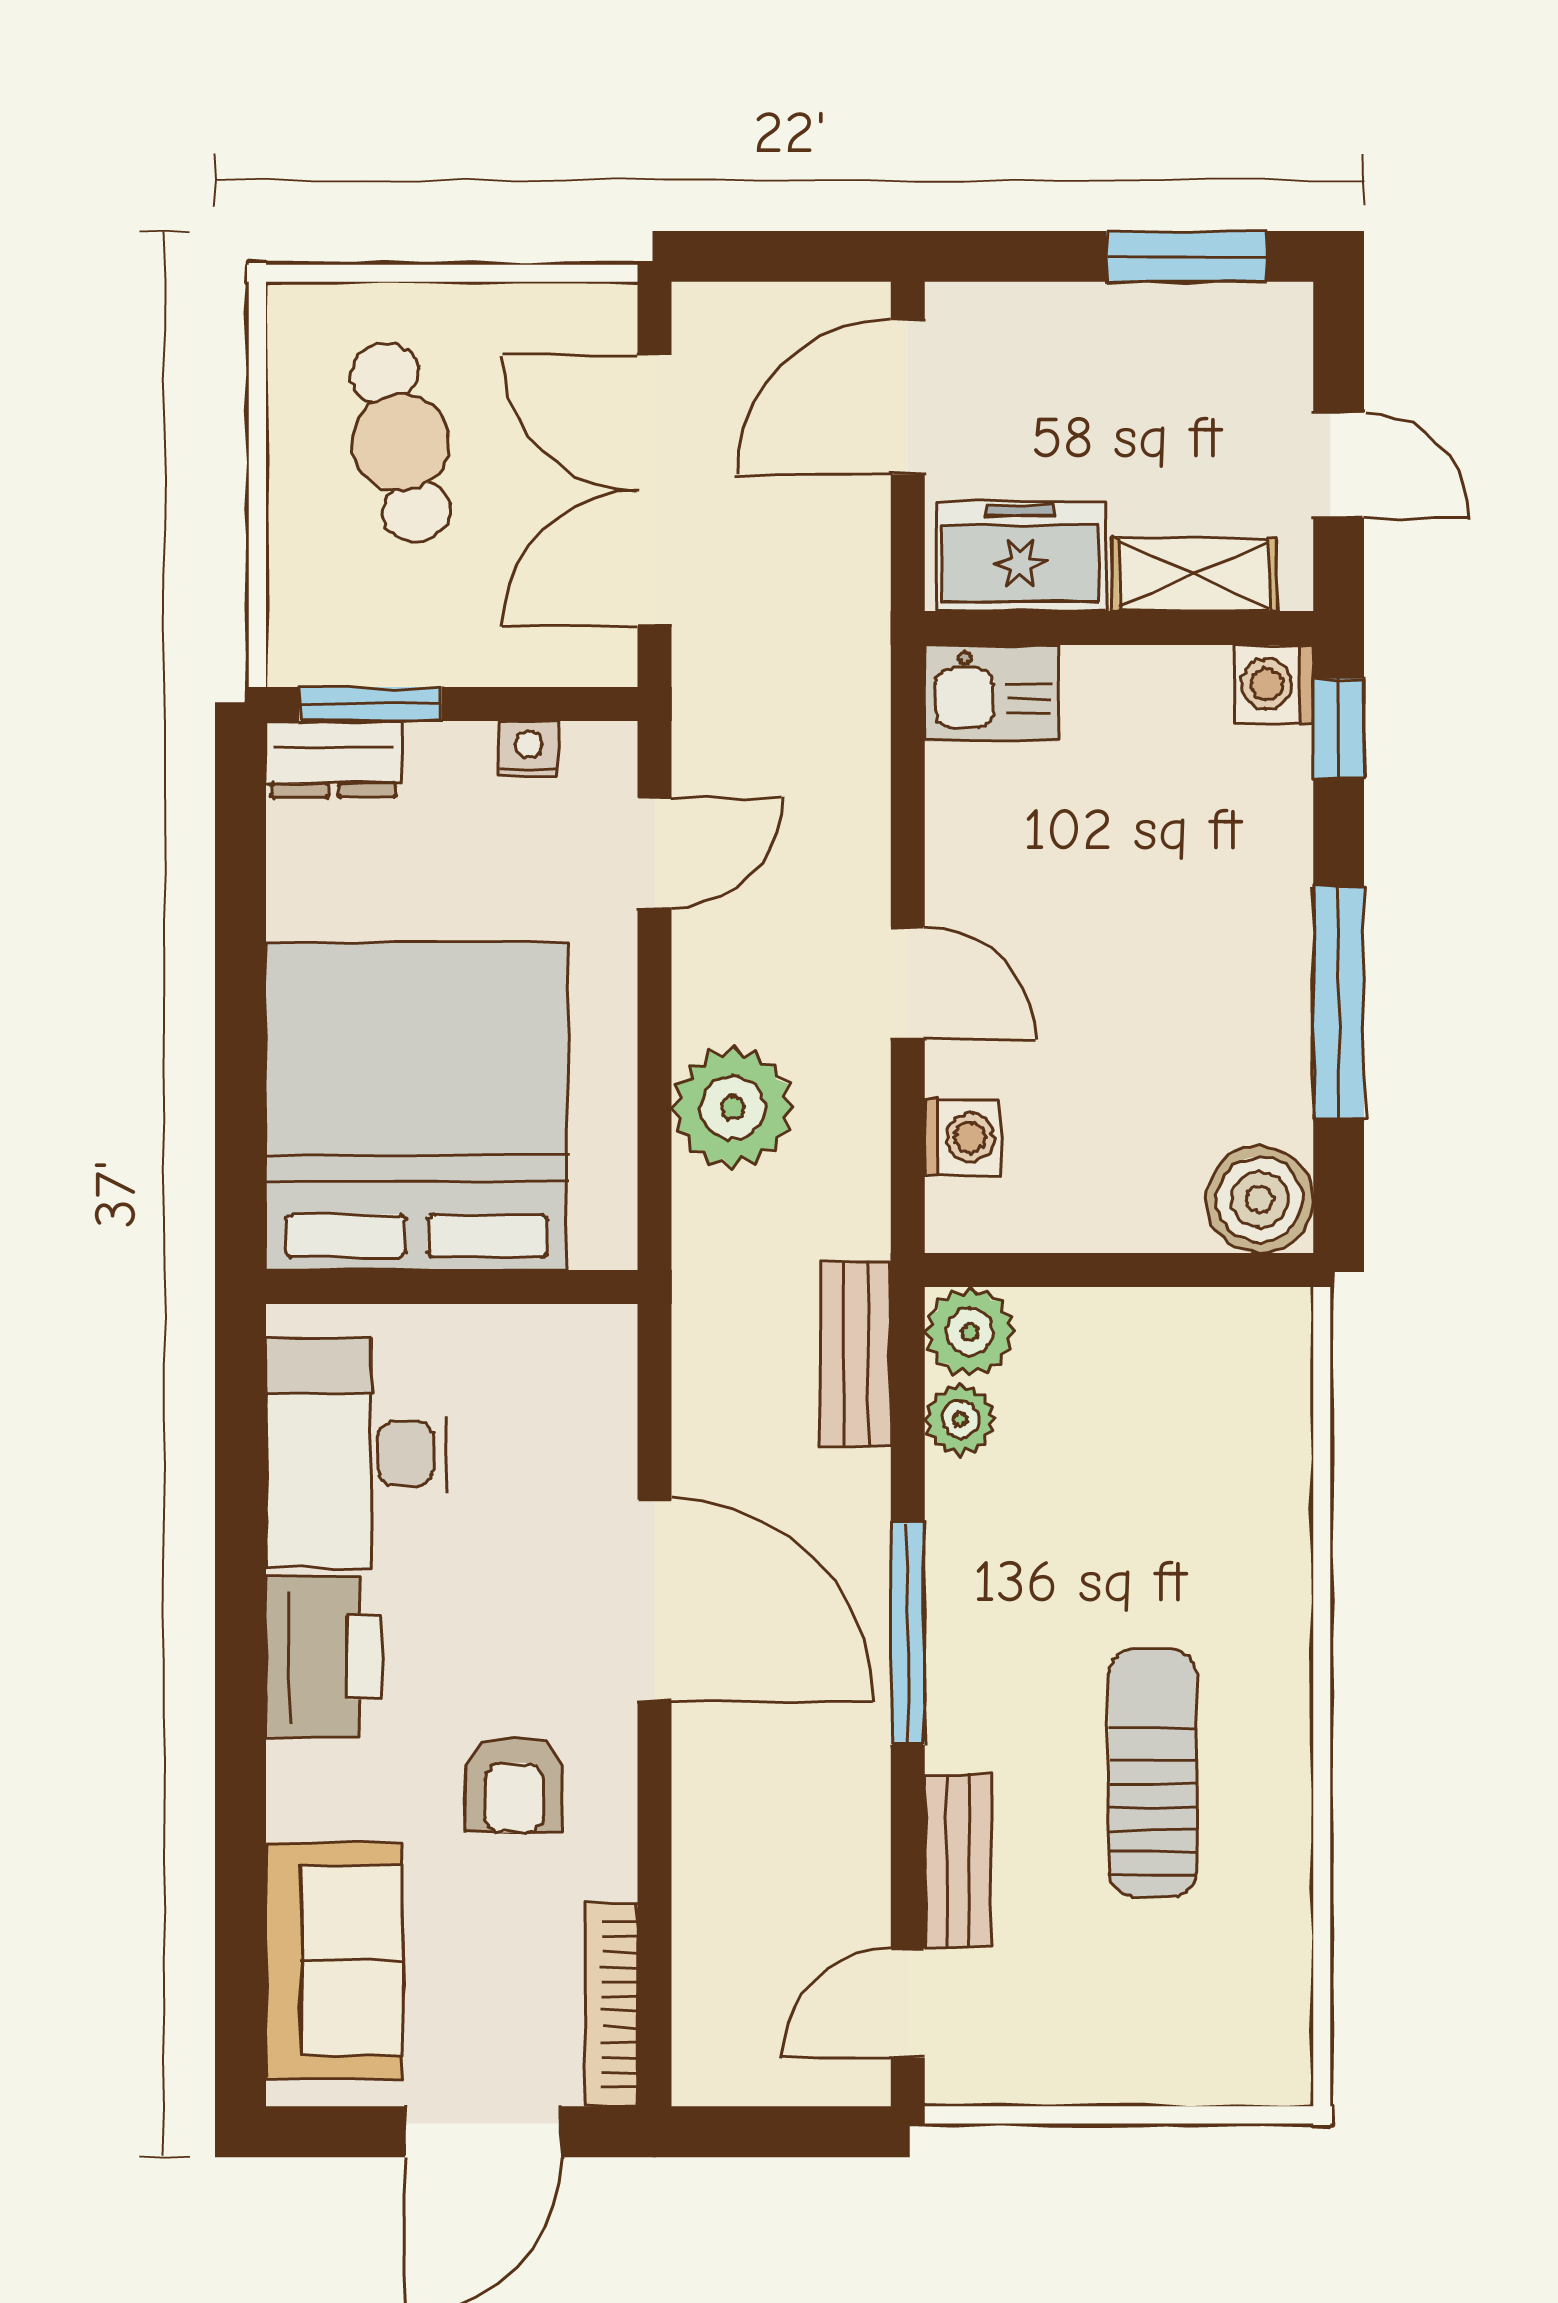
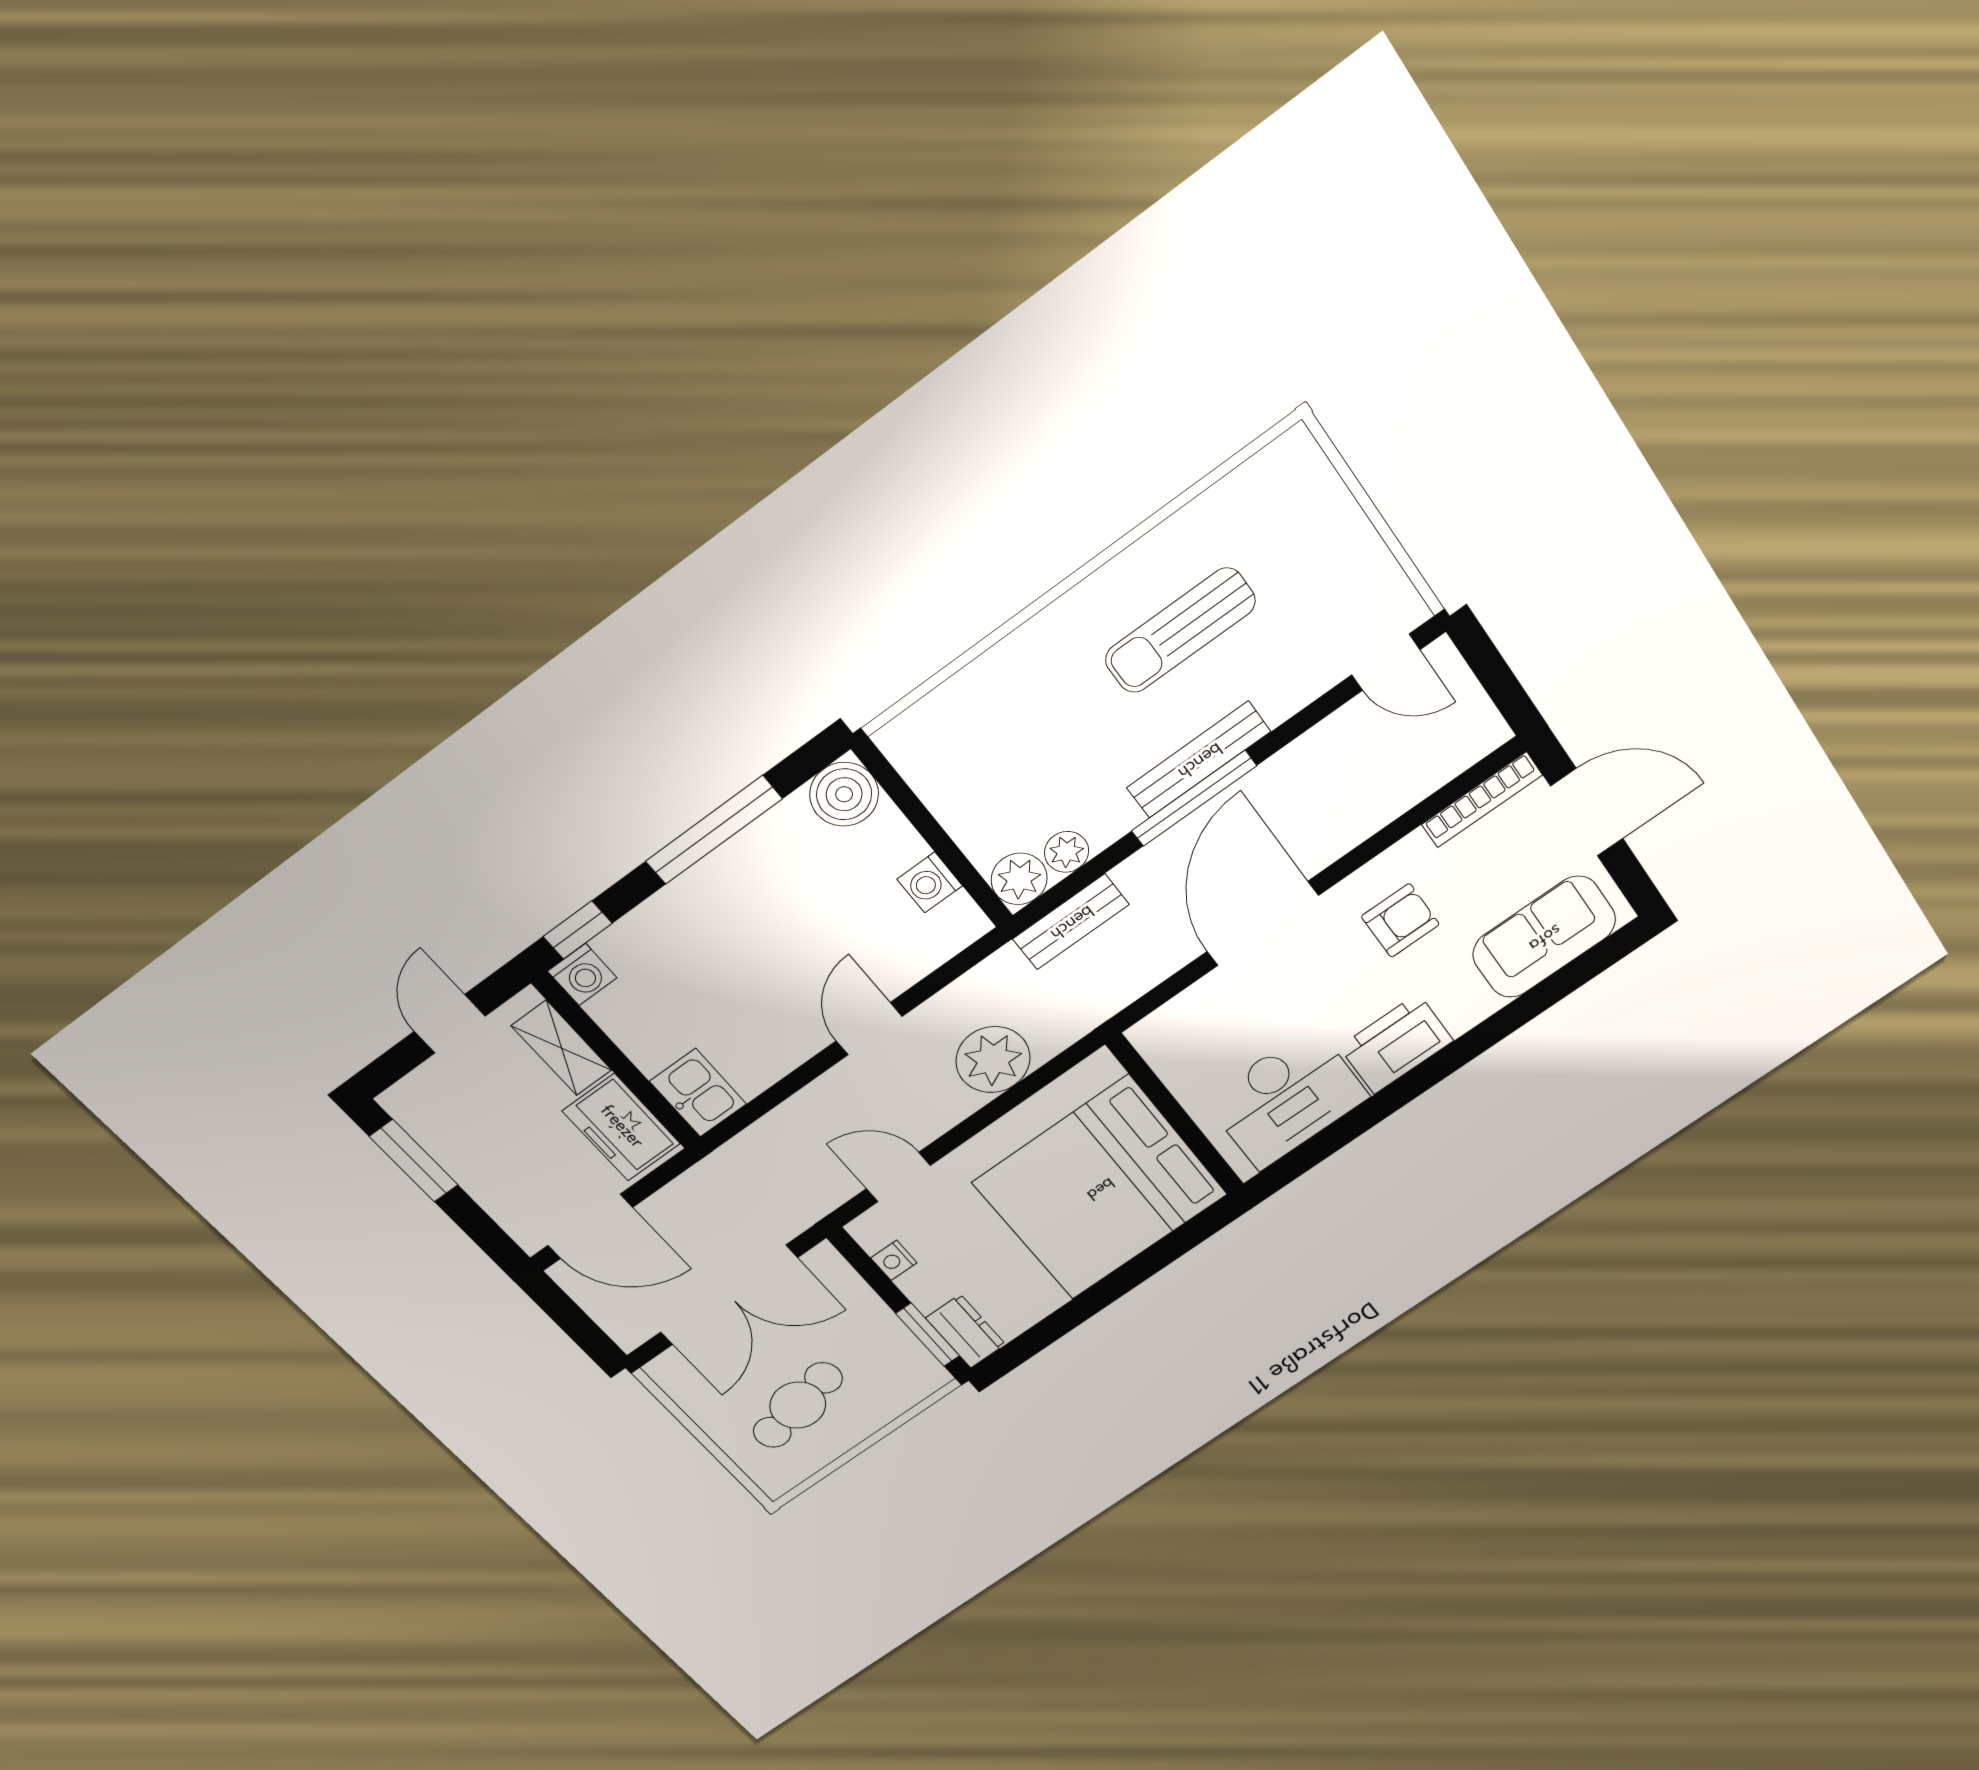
washing machine: (963, 1137) -> (930, 882), moved, turned -90
bench: (958, 1861) -> (1199, 760), moved, width x1.36

